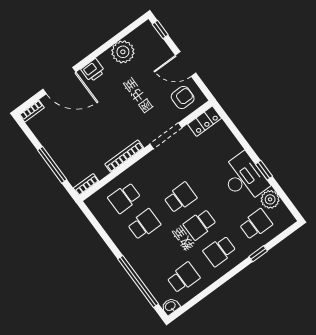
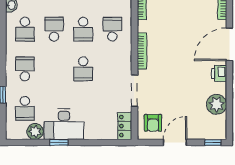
school desk: (200, 224) -> (54, 29), moved

